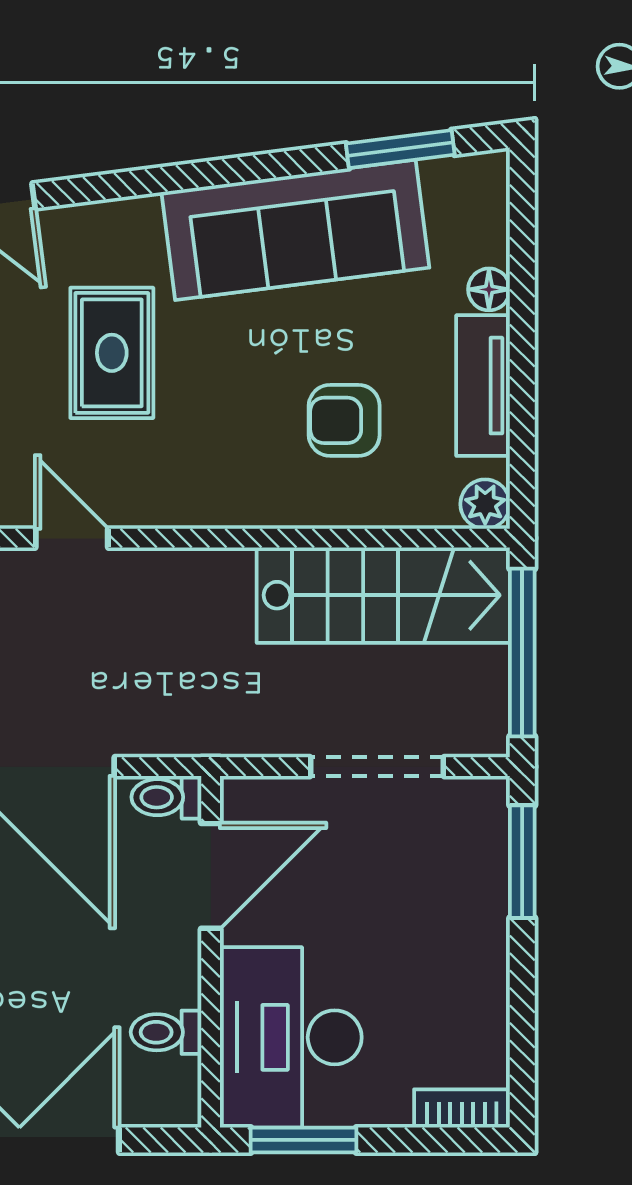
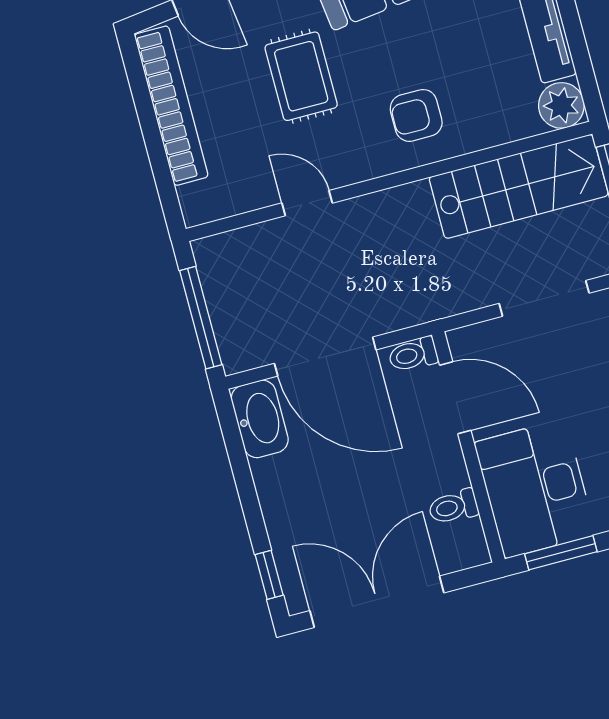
armchair: (344, 420) -> (416, 115), moved
plant: (485, 504) -> (561, 105), width x1.38, depth x1.38
door: (211, 876) -> (455, 398), hinge flipped

